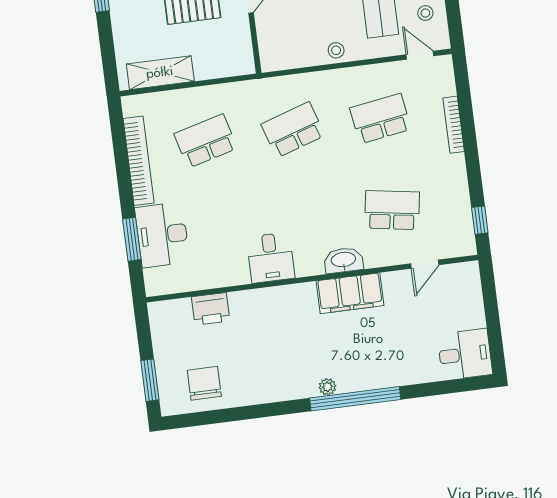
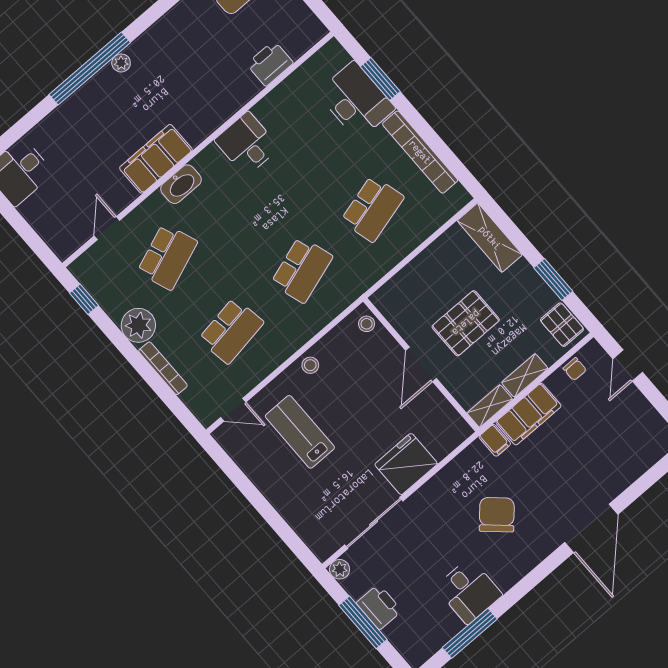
stool: (425, 13) -> (367, 324), moved
shelving: (160, 73) -> (490, 238), moved, turned 90
plant: (451, 171) -> (138, 325), added
school desk: (392, 210) -> (167, 257), turned -30

